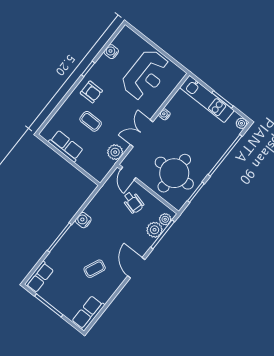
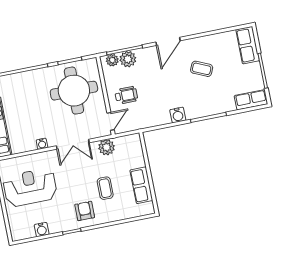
wheelchair: (133, 202) -> (126, 95), turned 75
row of seats: (88, 313) -> (248, 45), moved, turned 90

